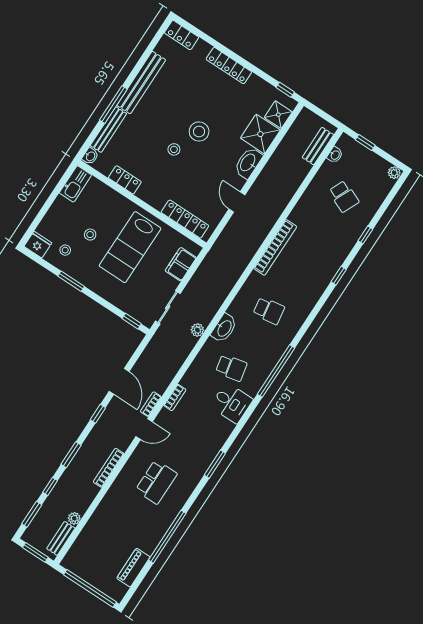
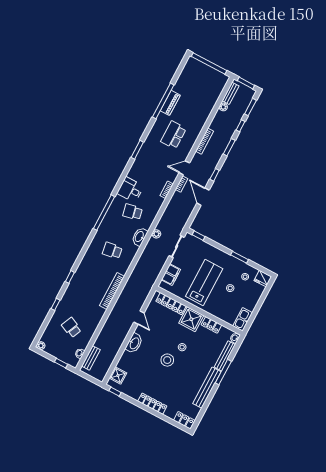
shower: (260, 134) -> (191, 319), moved
piano: (133, 568) -> (170, 103), moved

